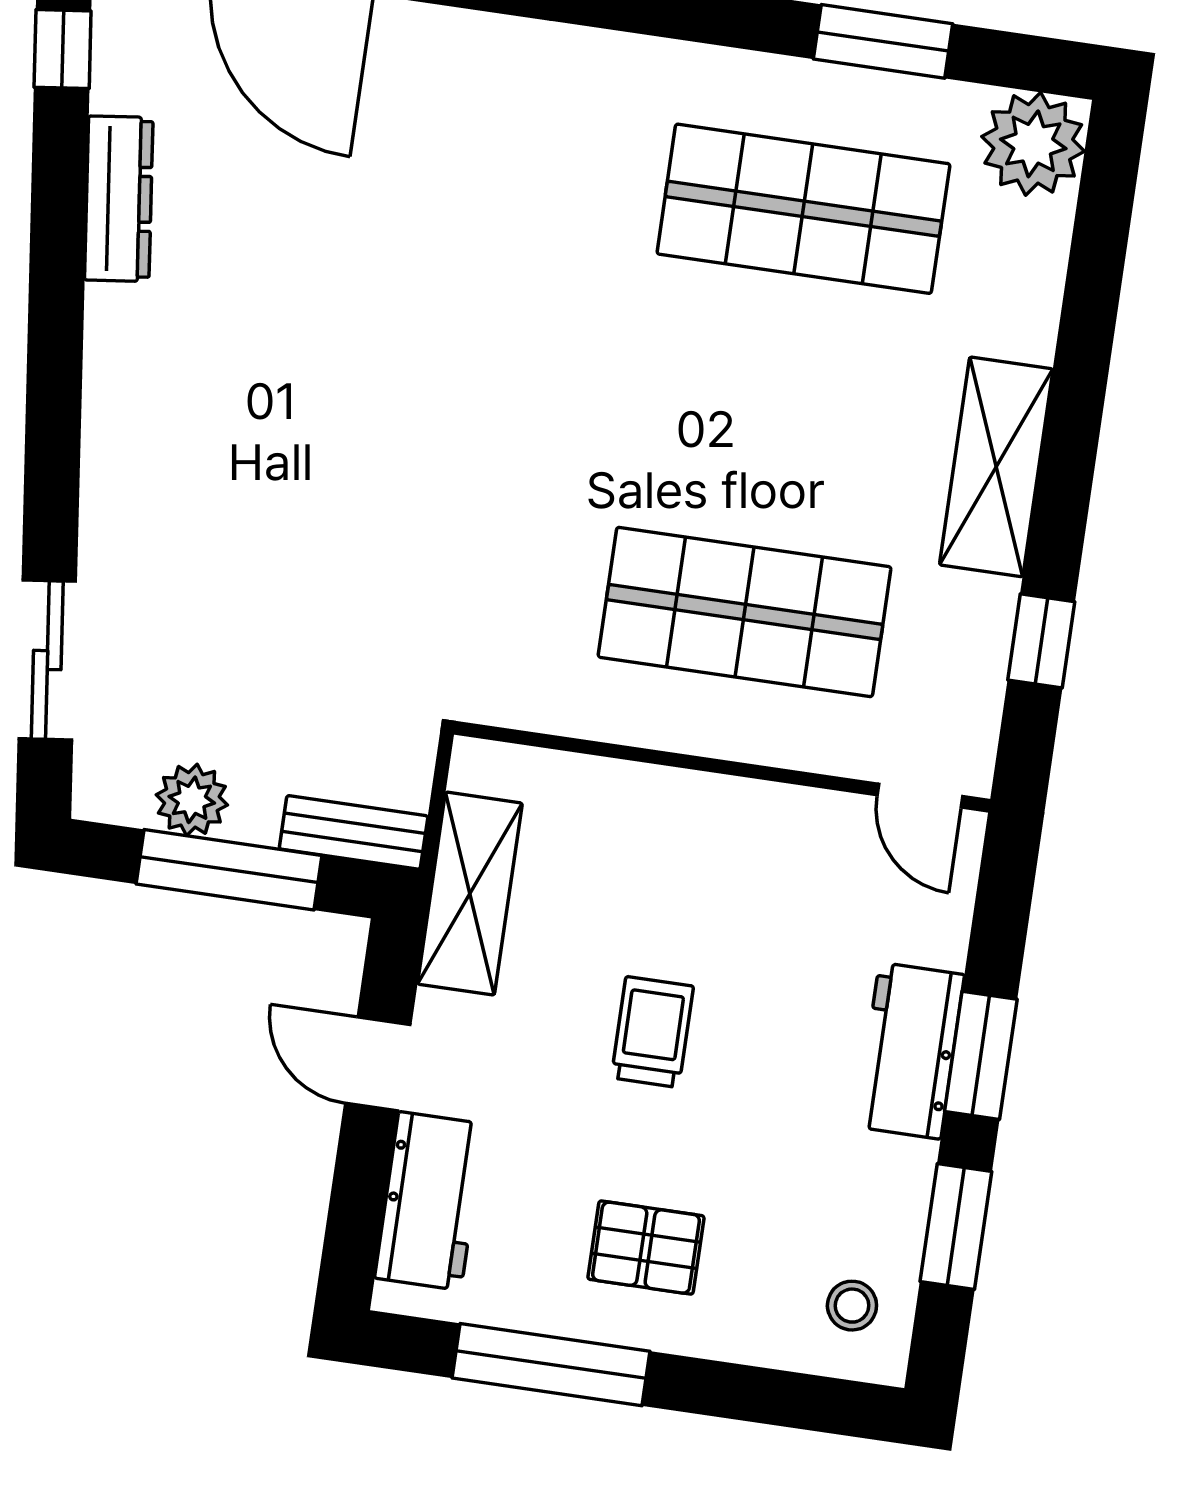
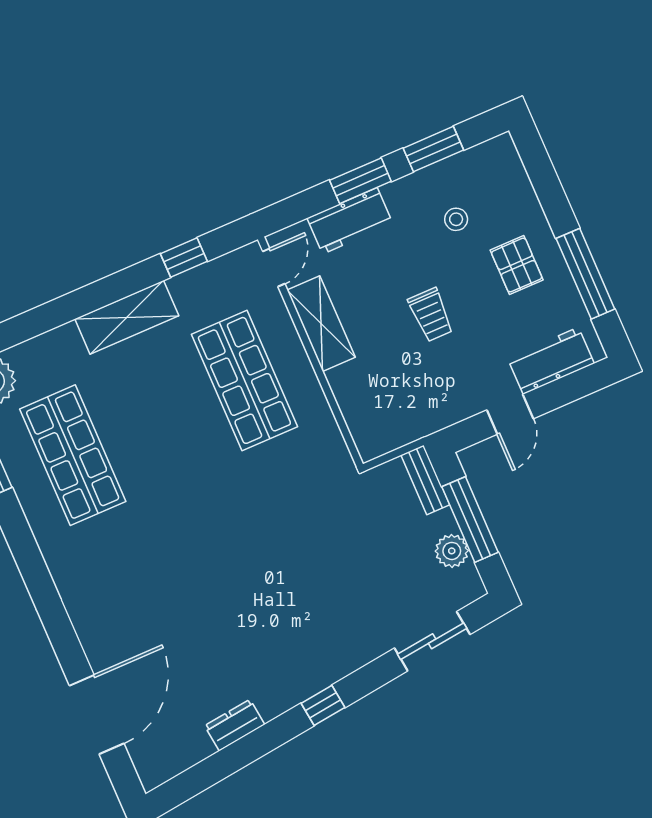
window: (63, 49) -> (323, 705), moved
dresser: (119, 199) -> (235, 725), width x0.70
shelving: (470, 894) -> (321, 324), moved, turned 90
trolley: (652, 1032) -> (431, 315), turned -90
workbench: (910, 1051) -> (350, 221), moved
stool: (852, 1306) -> (456, 219), moved

